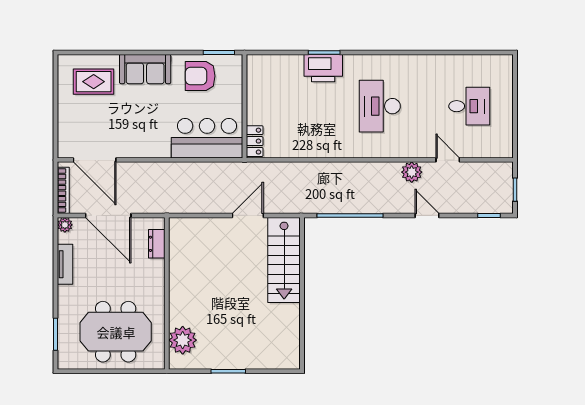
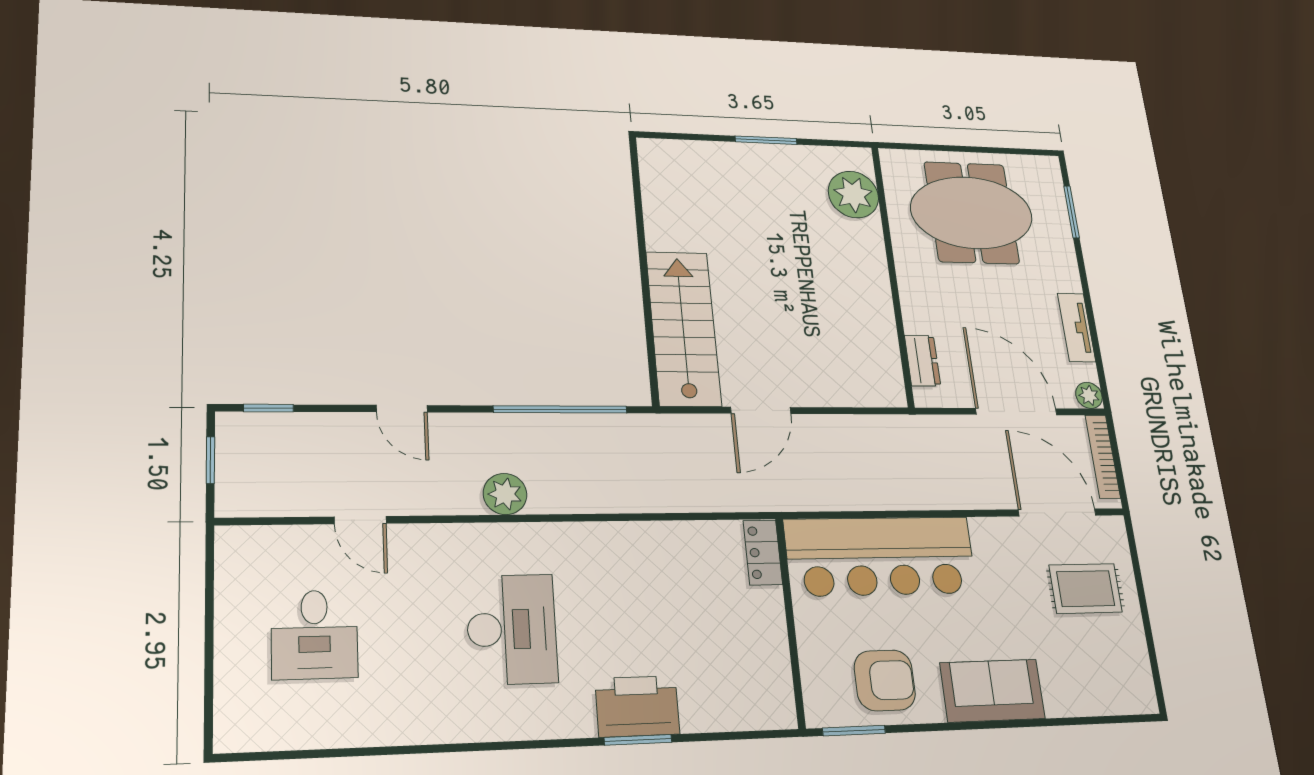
rug: (94, 82) -> (1086, 589), moved
desk: (469, 106) -> (314, 634), turned -90
bar counter: (207, 138) -> (881, 556), width x1.36
plant: (412, 172) -> (505, 494), moved

